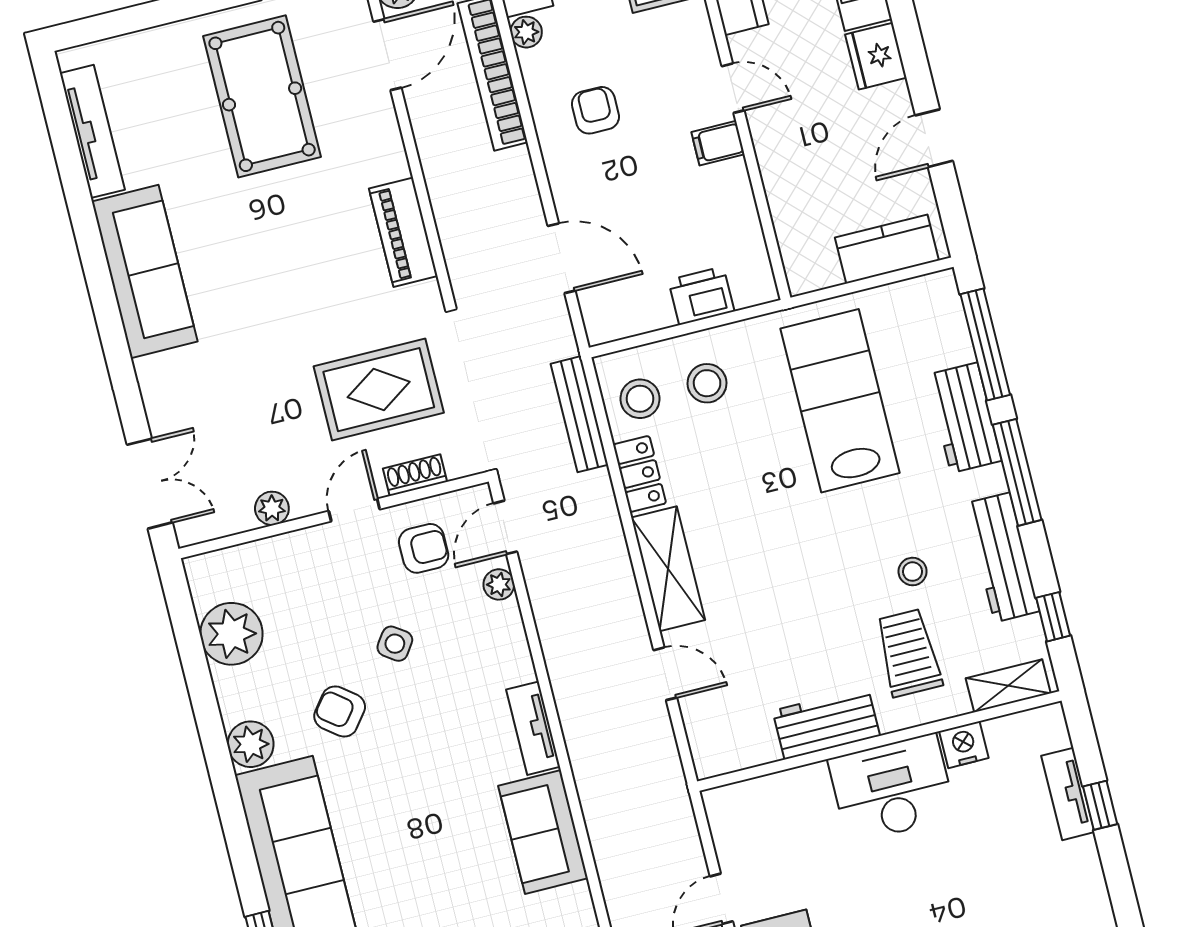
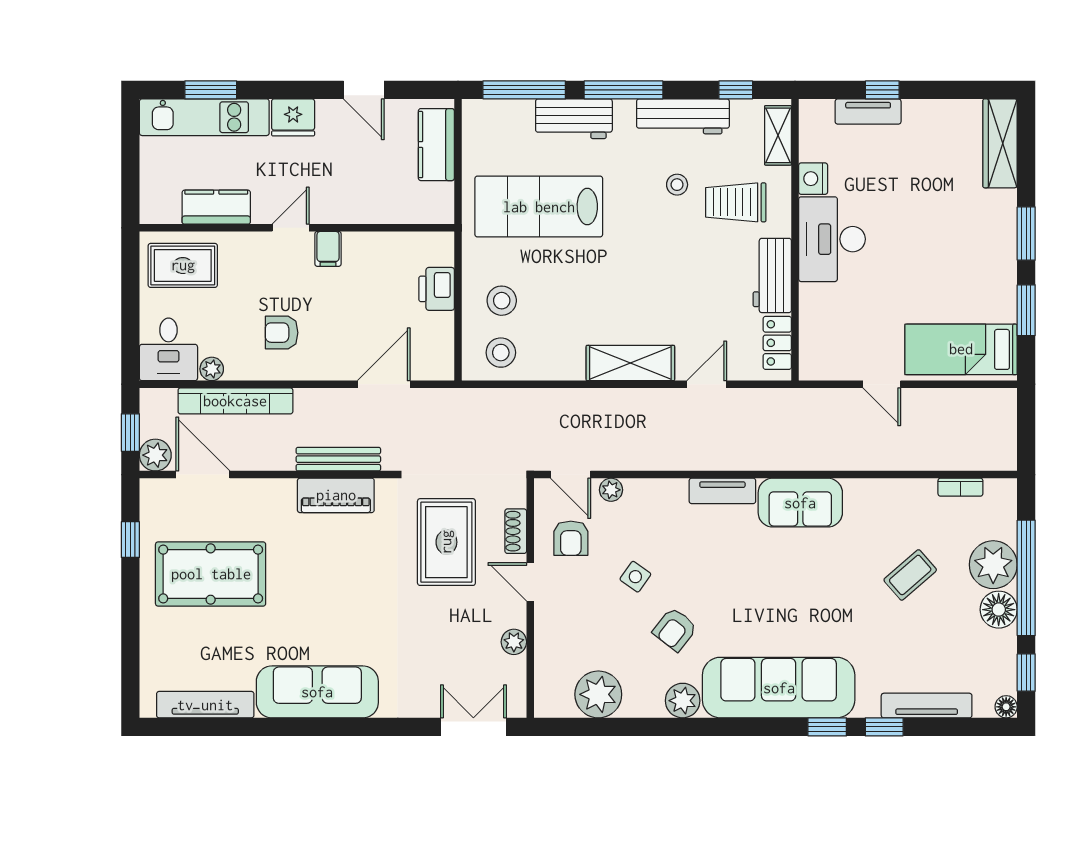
bench: (579, 414) -> (338, 459), moved
locker: (640, 474) -> (777, 343), moved, turned -90
armchair: (424, 548) -> (571, 538), turned 180

